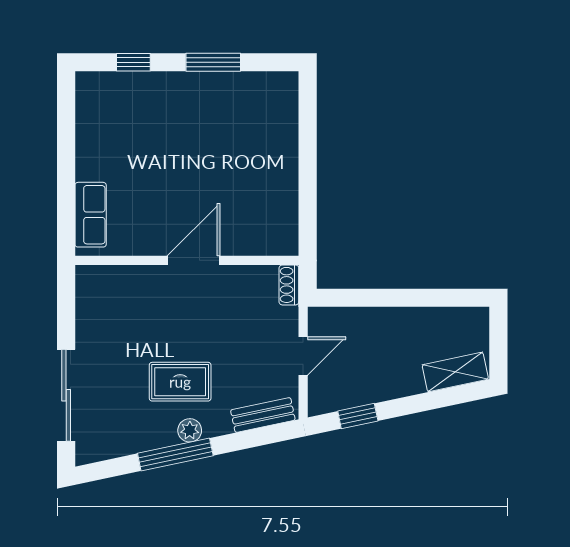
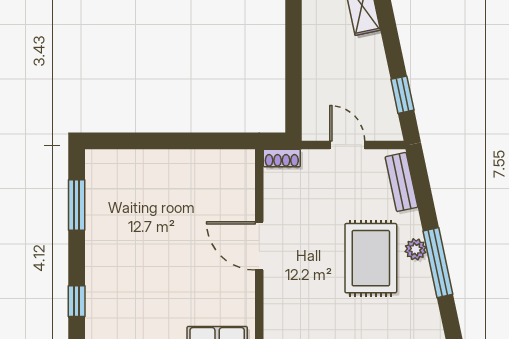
window: (213, 62) -> (77, 205), moved
rug: (180, 382) -> (371, 258), width x1.36, depth x1.43

